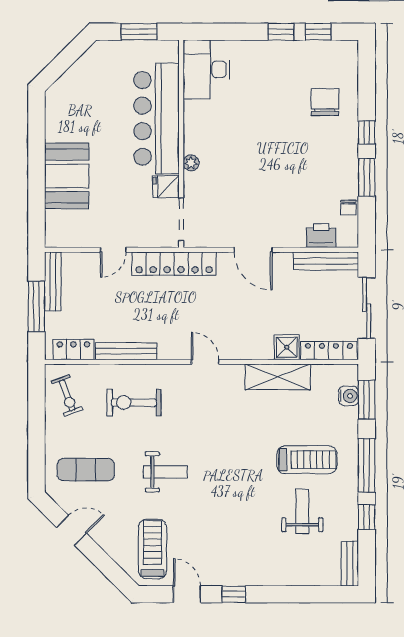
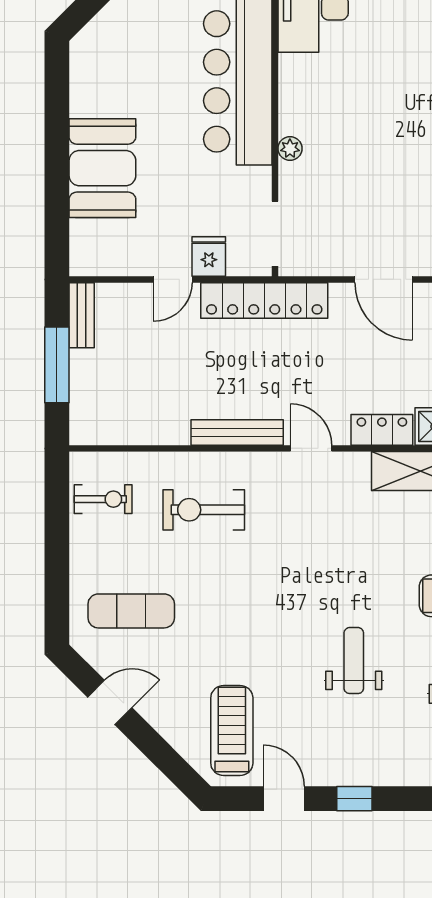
fridge: (166, 187) -> (209, 257), moved, turned 90
bench: (53, 281) -> (82, 315), width x0.73
locker: (73, 350) -> (382, 430), moved
bench: (126, 351) -> (237, 432), moved
exercise bike: (67, 395) -> (103, 499), turned -69
weight bench: (165, 472) -> (354, 661), moved, turned -90

